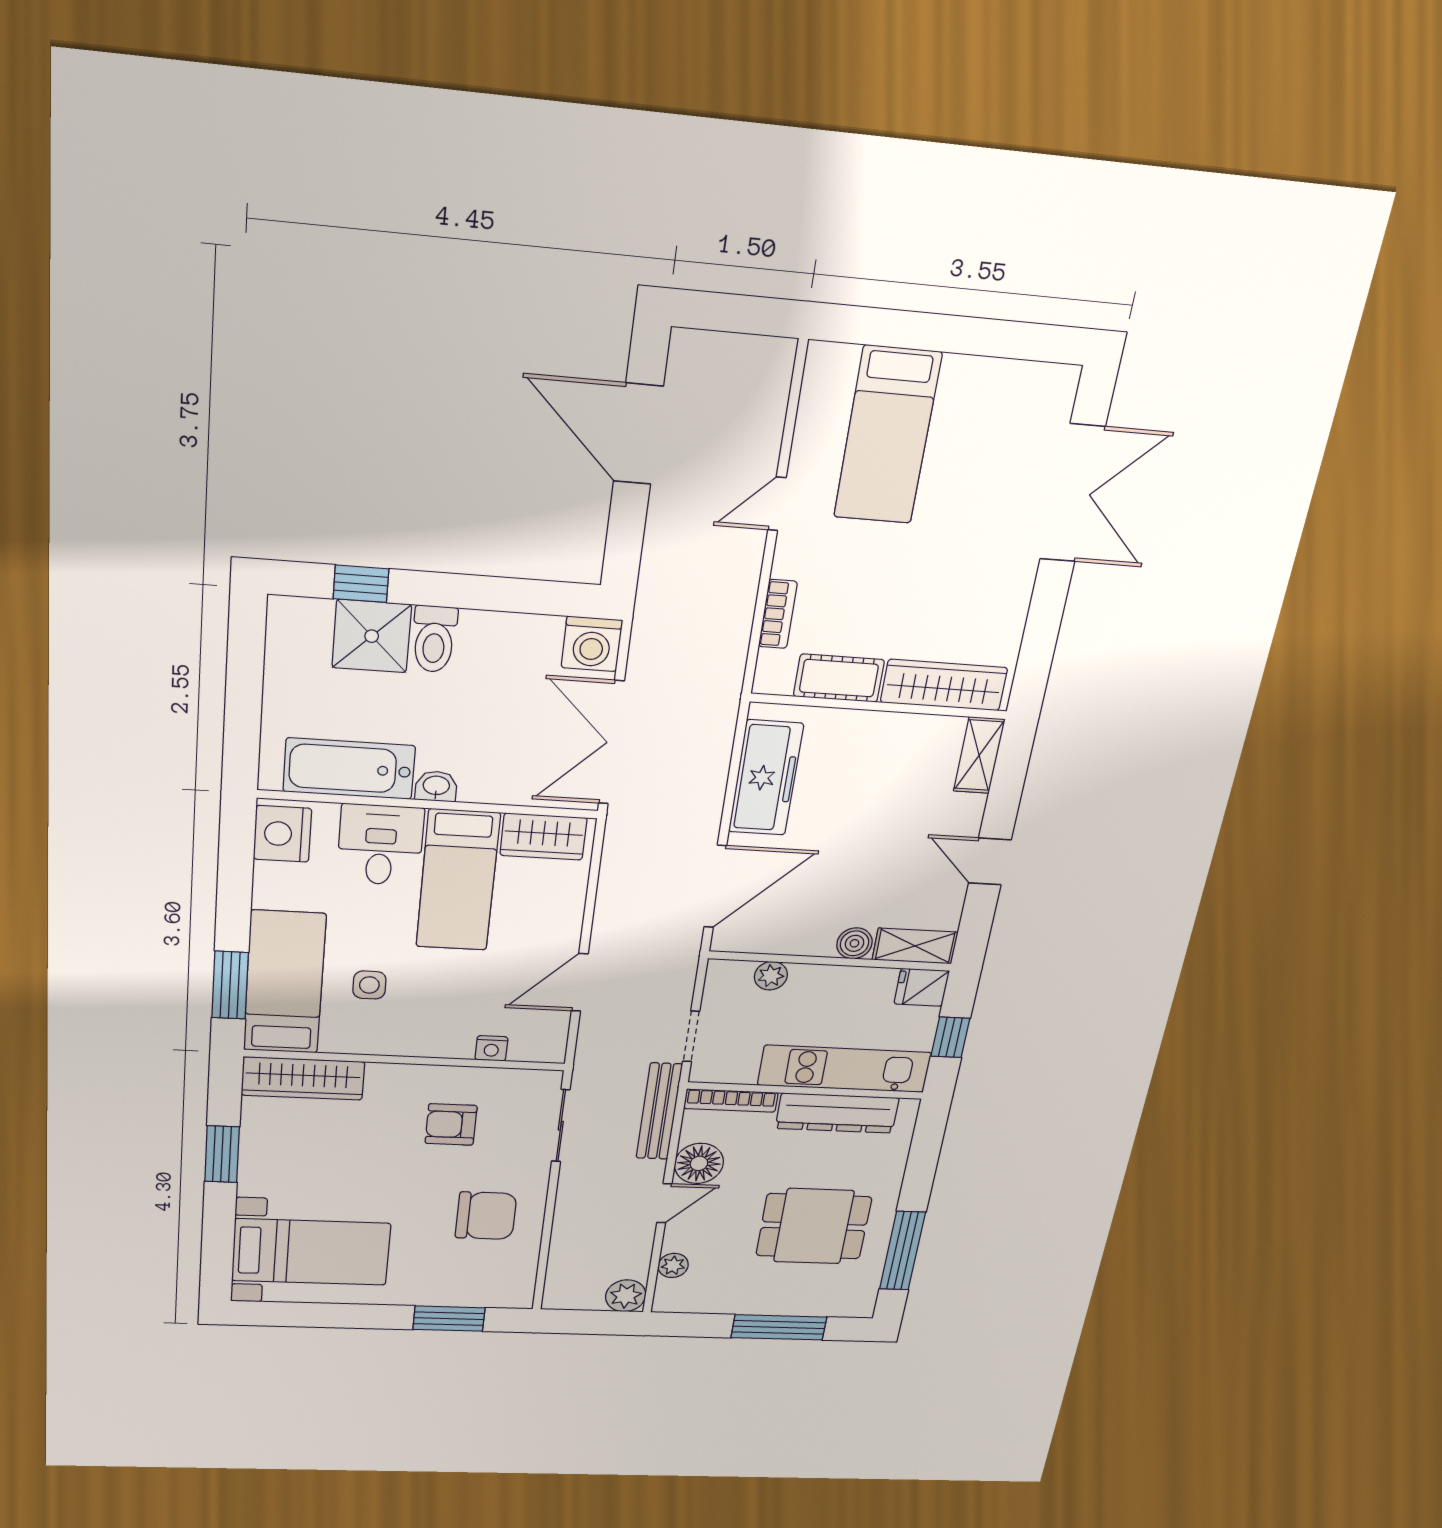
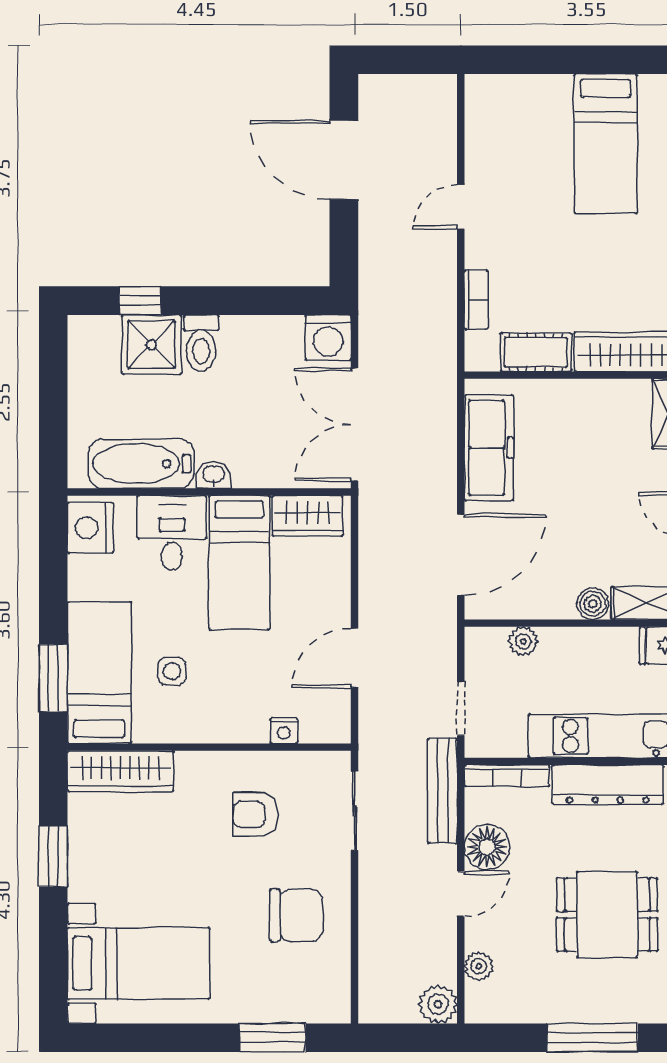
bed: (887, 435) -> (606, 144), moved

